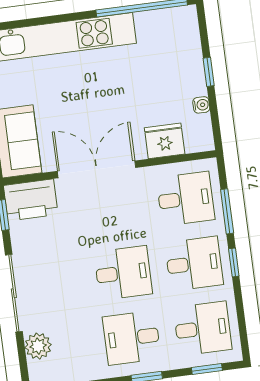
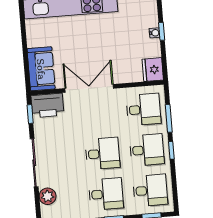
water cooler: (201, 105) -> (155, 33), moved
fridge: (165, 141) -> (153, 70), moved, turned -90
desk: (132, 338) -> (106, 194), turned 180

